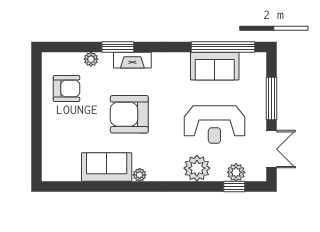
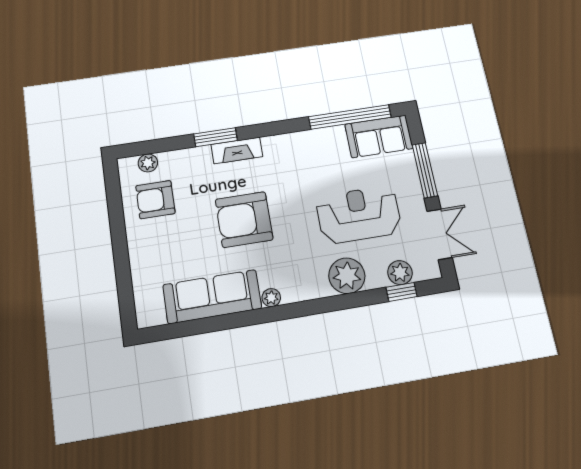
plant: (91, 59) -> (148, 163), moved
sofa: (215, 66) -> (379, 136), moved
armchair: (67, 89) -> (155, 200), turned 180
reception desk: (214, 125) -> (359, 215), turned 180
sofa: (107, 167) -> (212, 297), width x1.36

